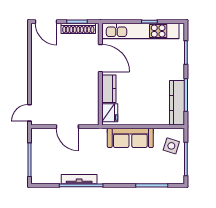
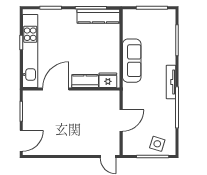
shoe rack: (78, 28) -> (28, 110), removed
side table: (171, 146) -> (157, 144), moved
tv unit: (79, 179) -> (171, 82), moved

